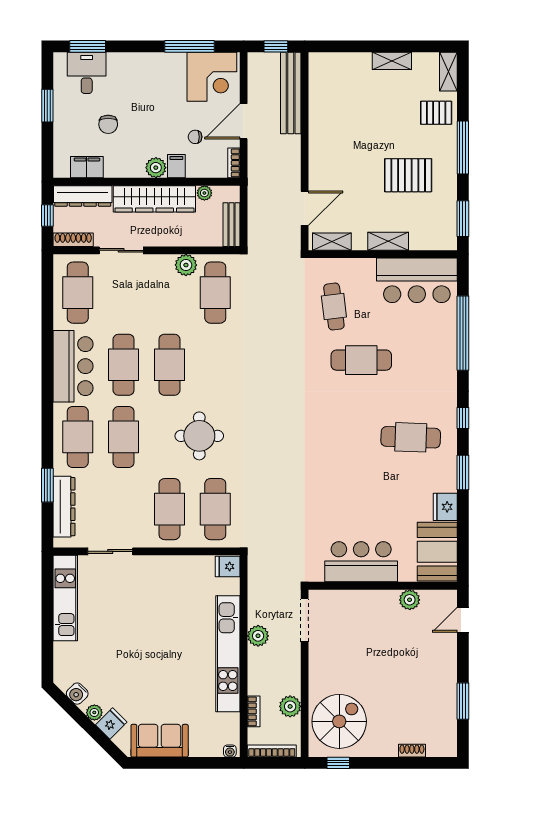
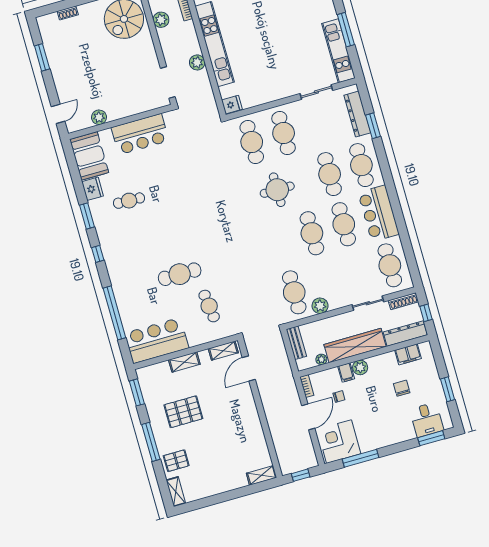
shelving: (392, 61) -> (262, 475), moved
bench: (291, 93) -> (281, 446), removed
cafe table: (411, 437) -> (129, 201), moved, width x0.73, depth x0.74
window: (47, 623) -> (346, 30), added

